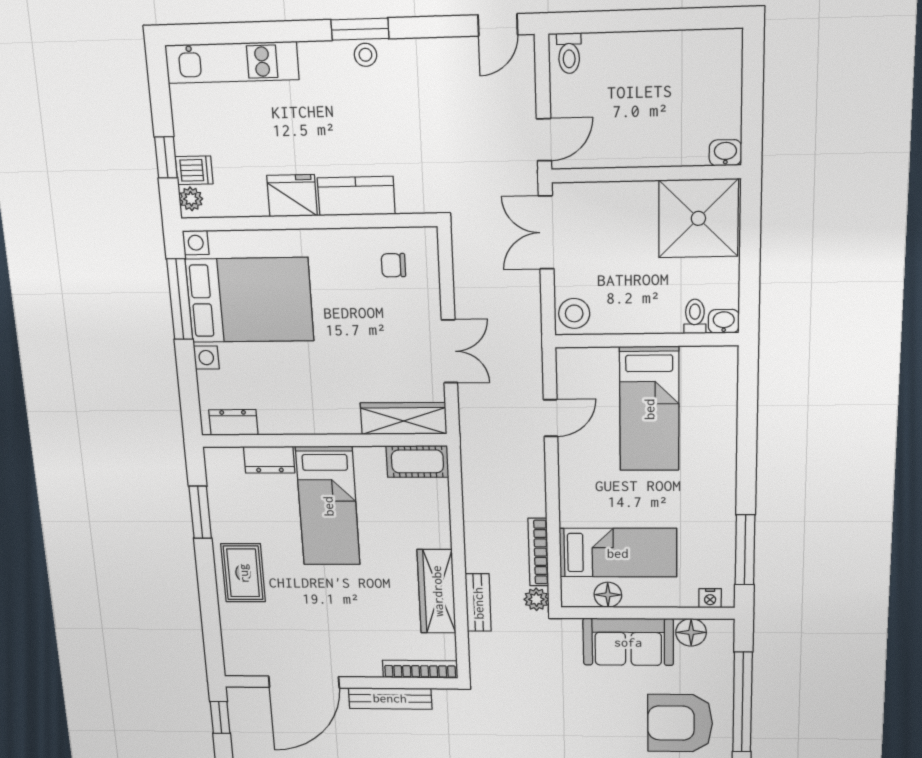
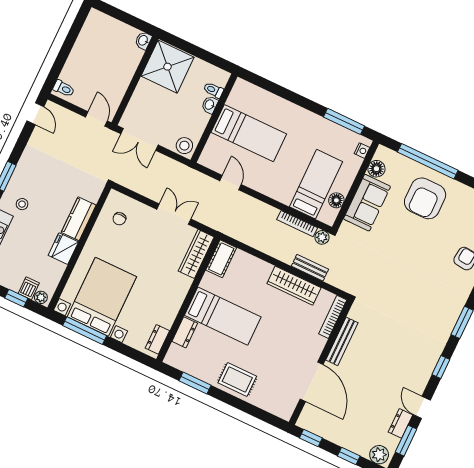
stool: (365, 55) -> (22, 204), moved
washbasin: (724, 321) -> (210, 105), moved

